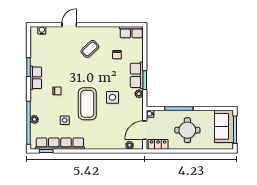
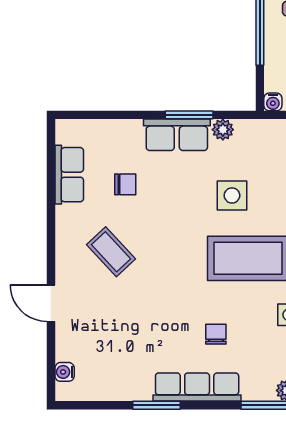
row of seats: (131, 32) -> (69, 175), moved
row of seats: (36, 78) -> (197, 387), width x1.48

